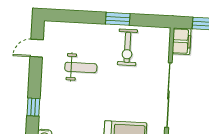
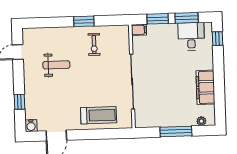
filing cabinet: (182, 41) -> (139, 30), width x0.50
exercise bike: (127, 47) -> (94, 44), width x0.73, depth x0.72

